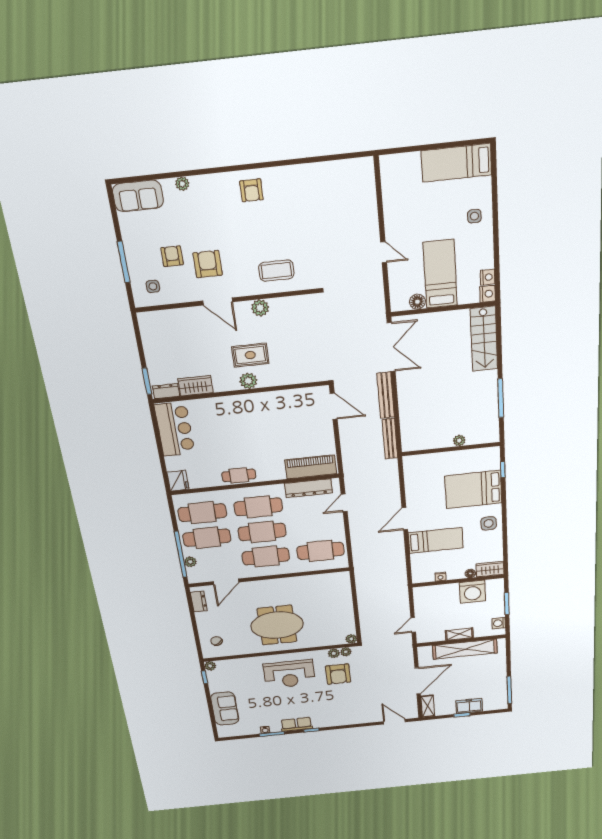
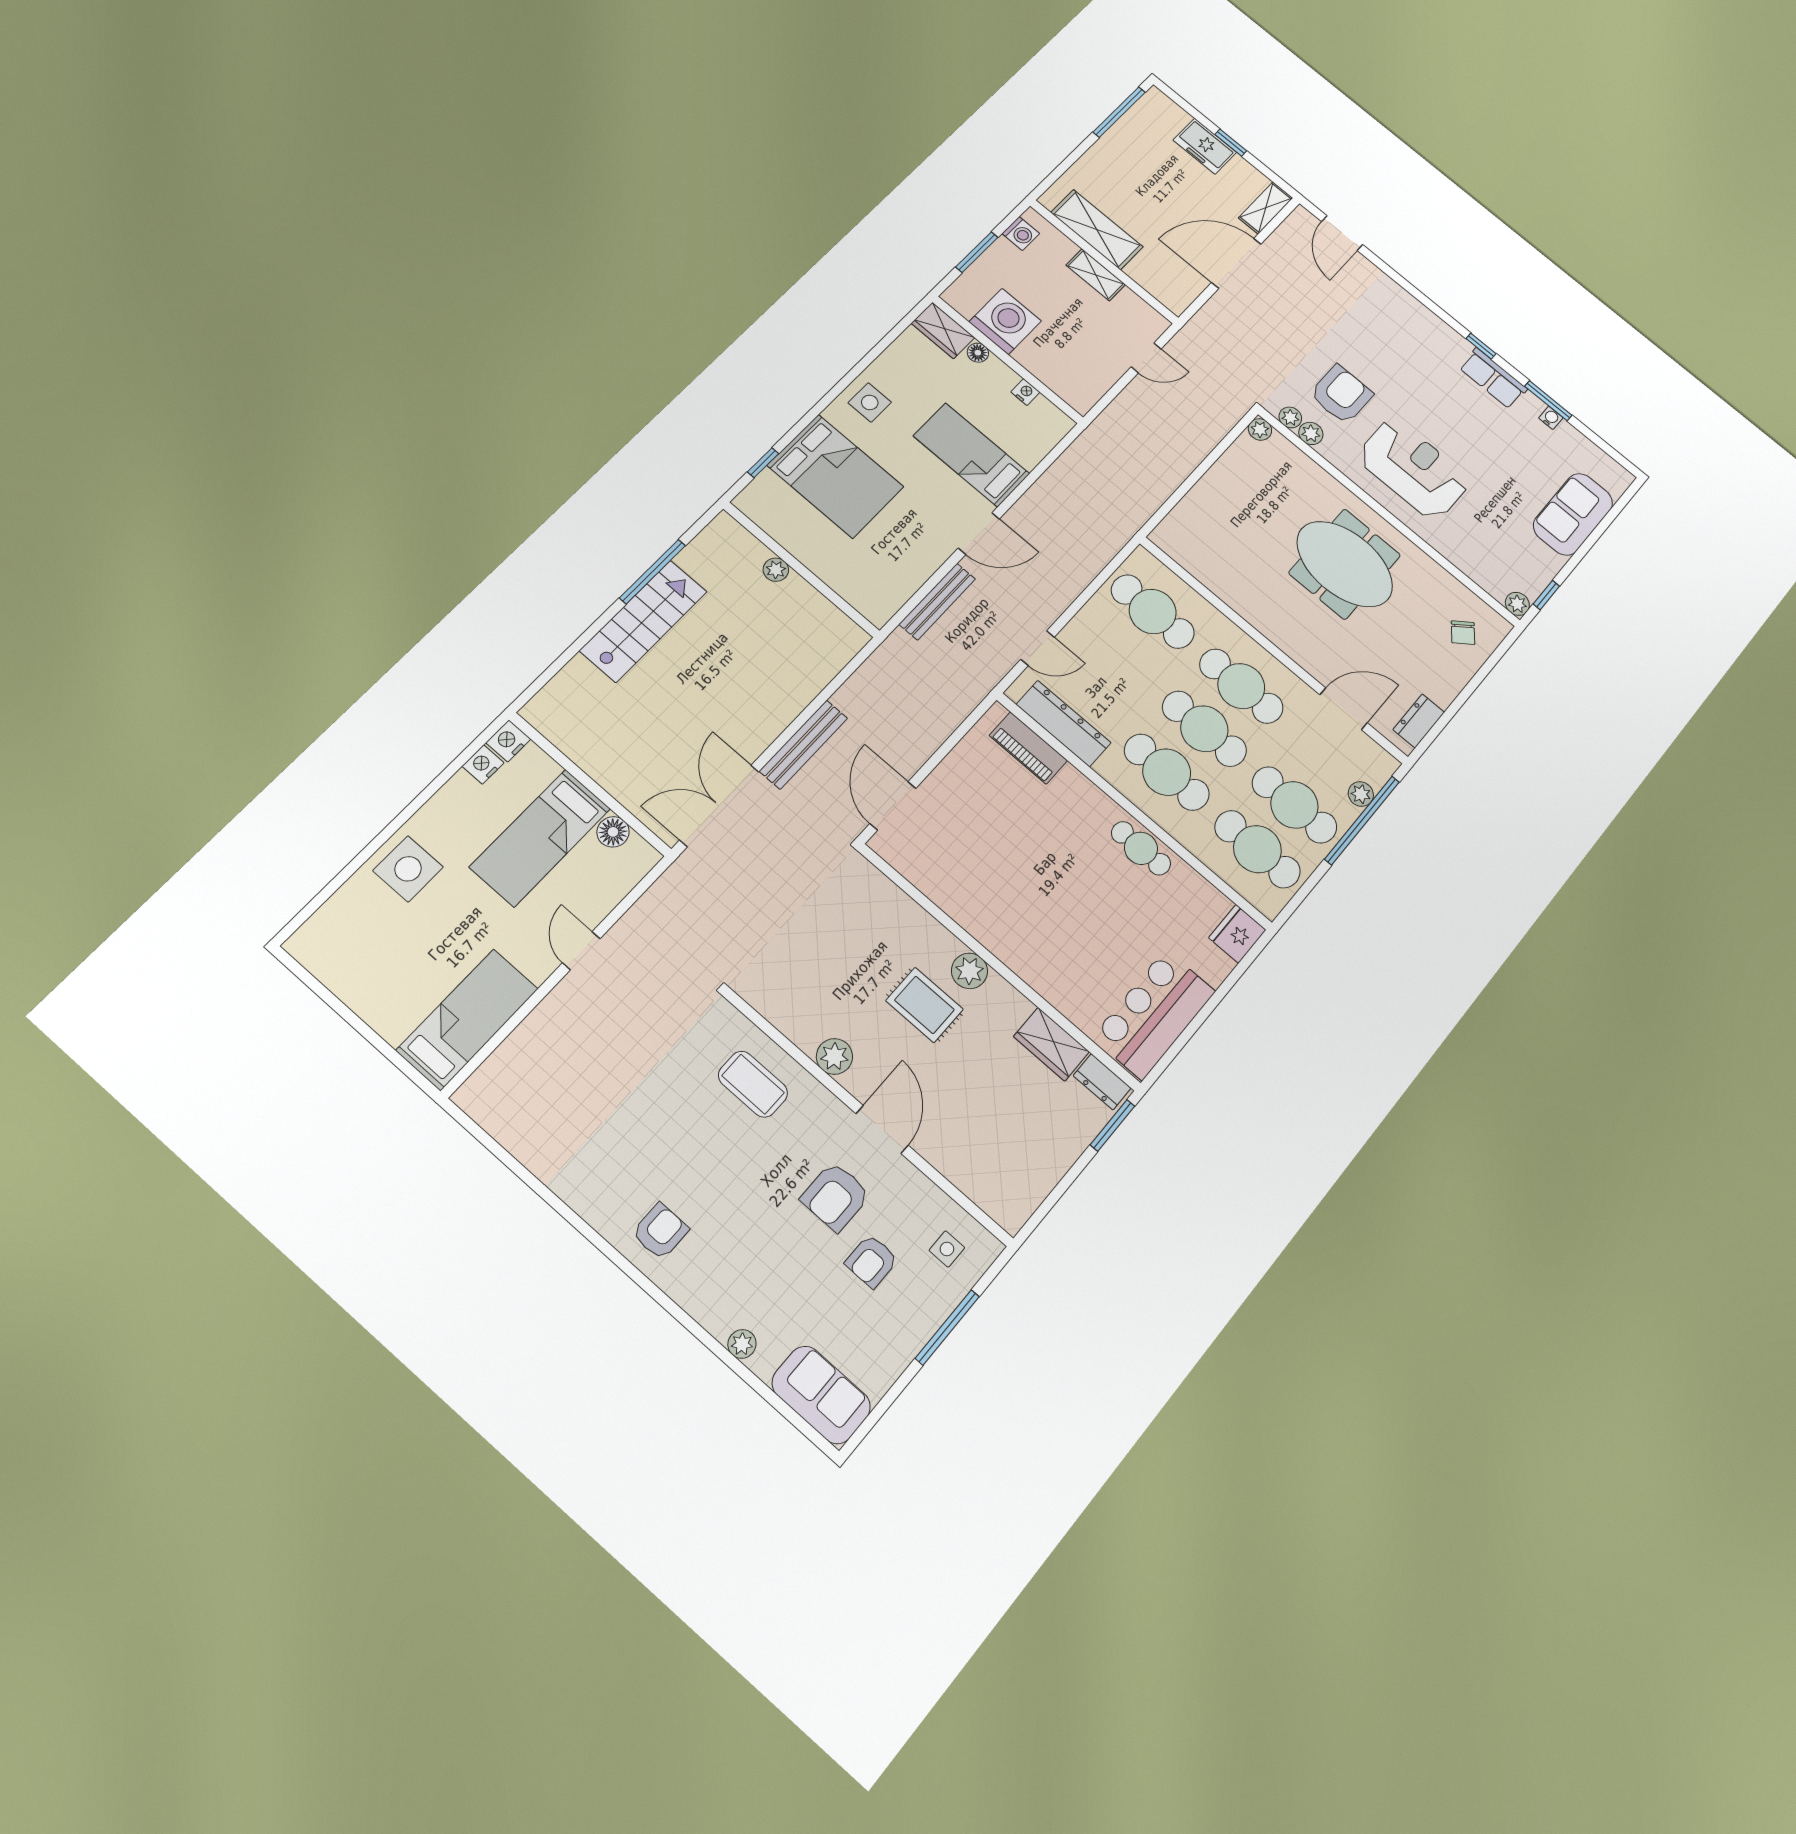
bed: (456, 163) -> (467, 1019), moved, turned -90
side table: (474, 216) -> (408, 869), width x1.87, depth x1.87
stairs: (484, 339) -> (643, 621), moved
bench: (390, 439) -> (937, 602), moved
piano: (311, 467) -> (1028, 748), width x0.73, depth x0.75
shelving: (465, 649) -> (1097, 230), width x0.68

